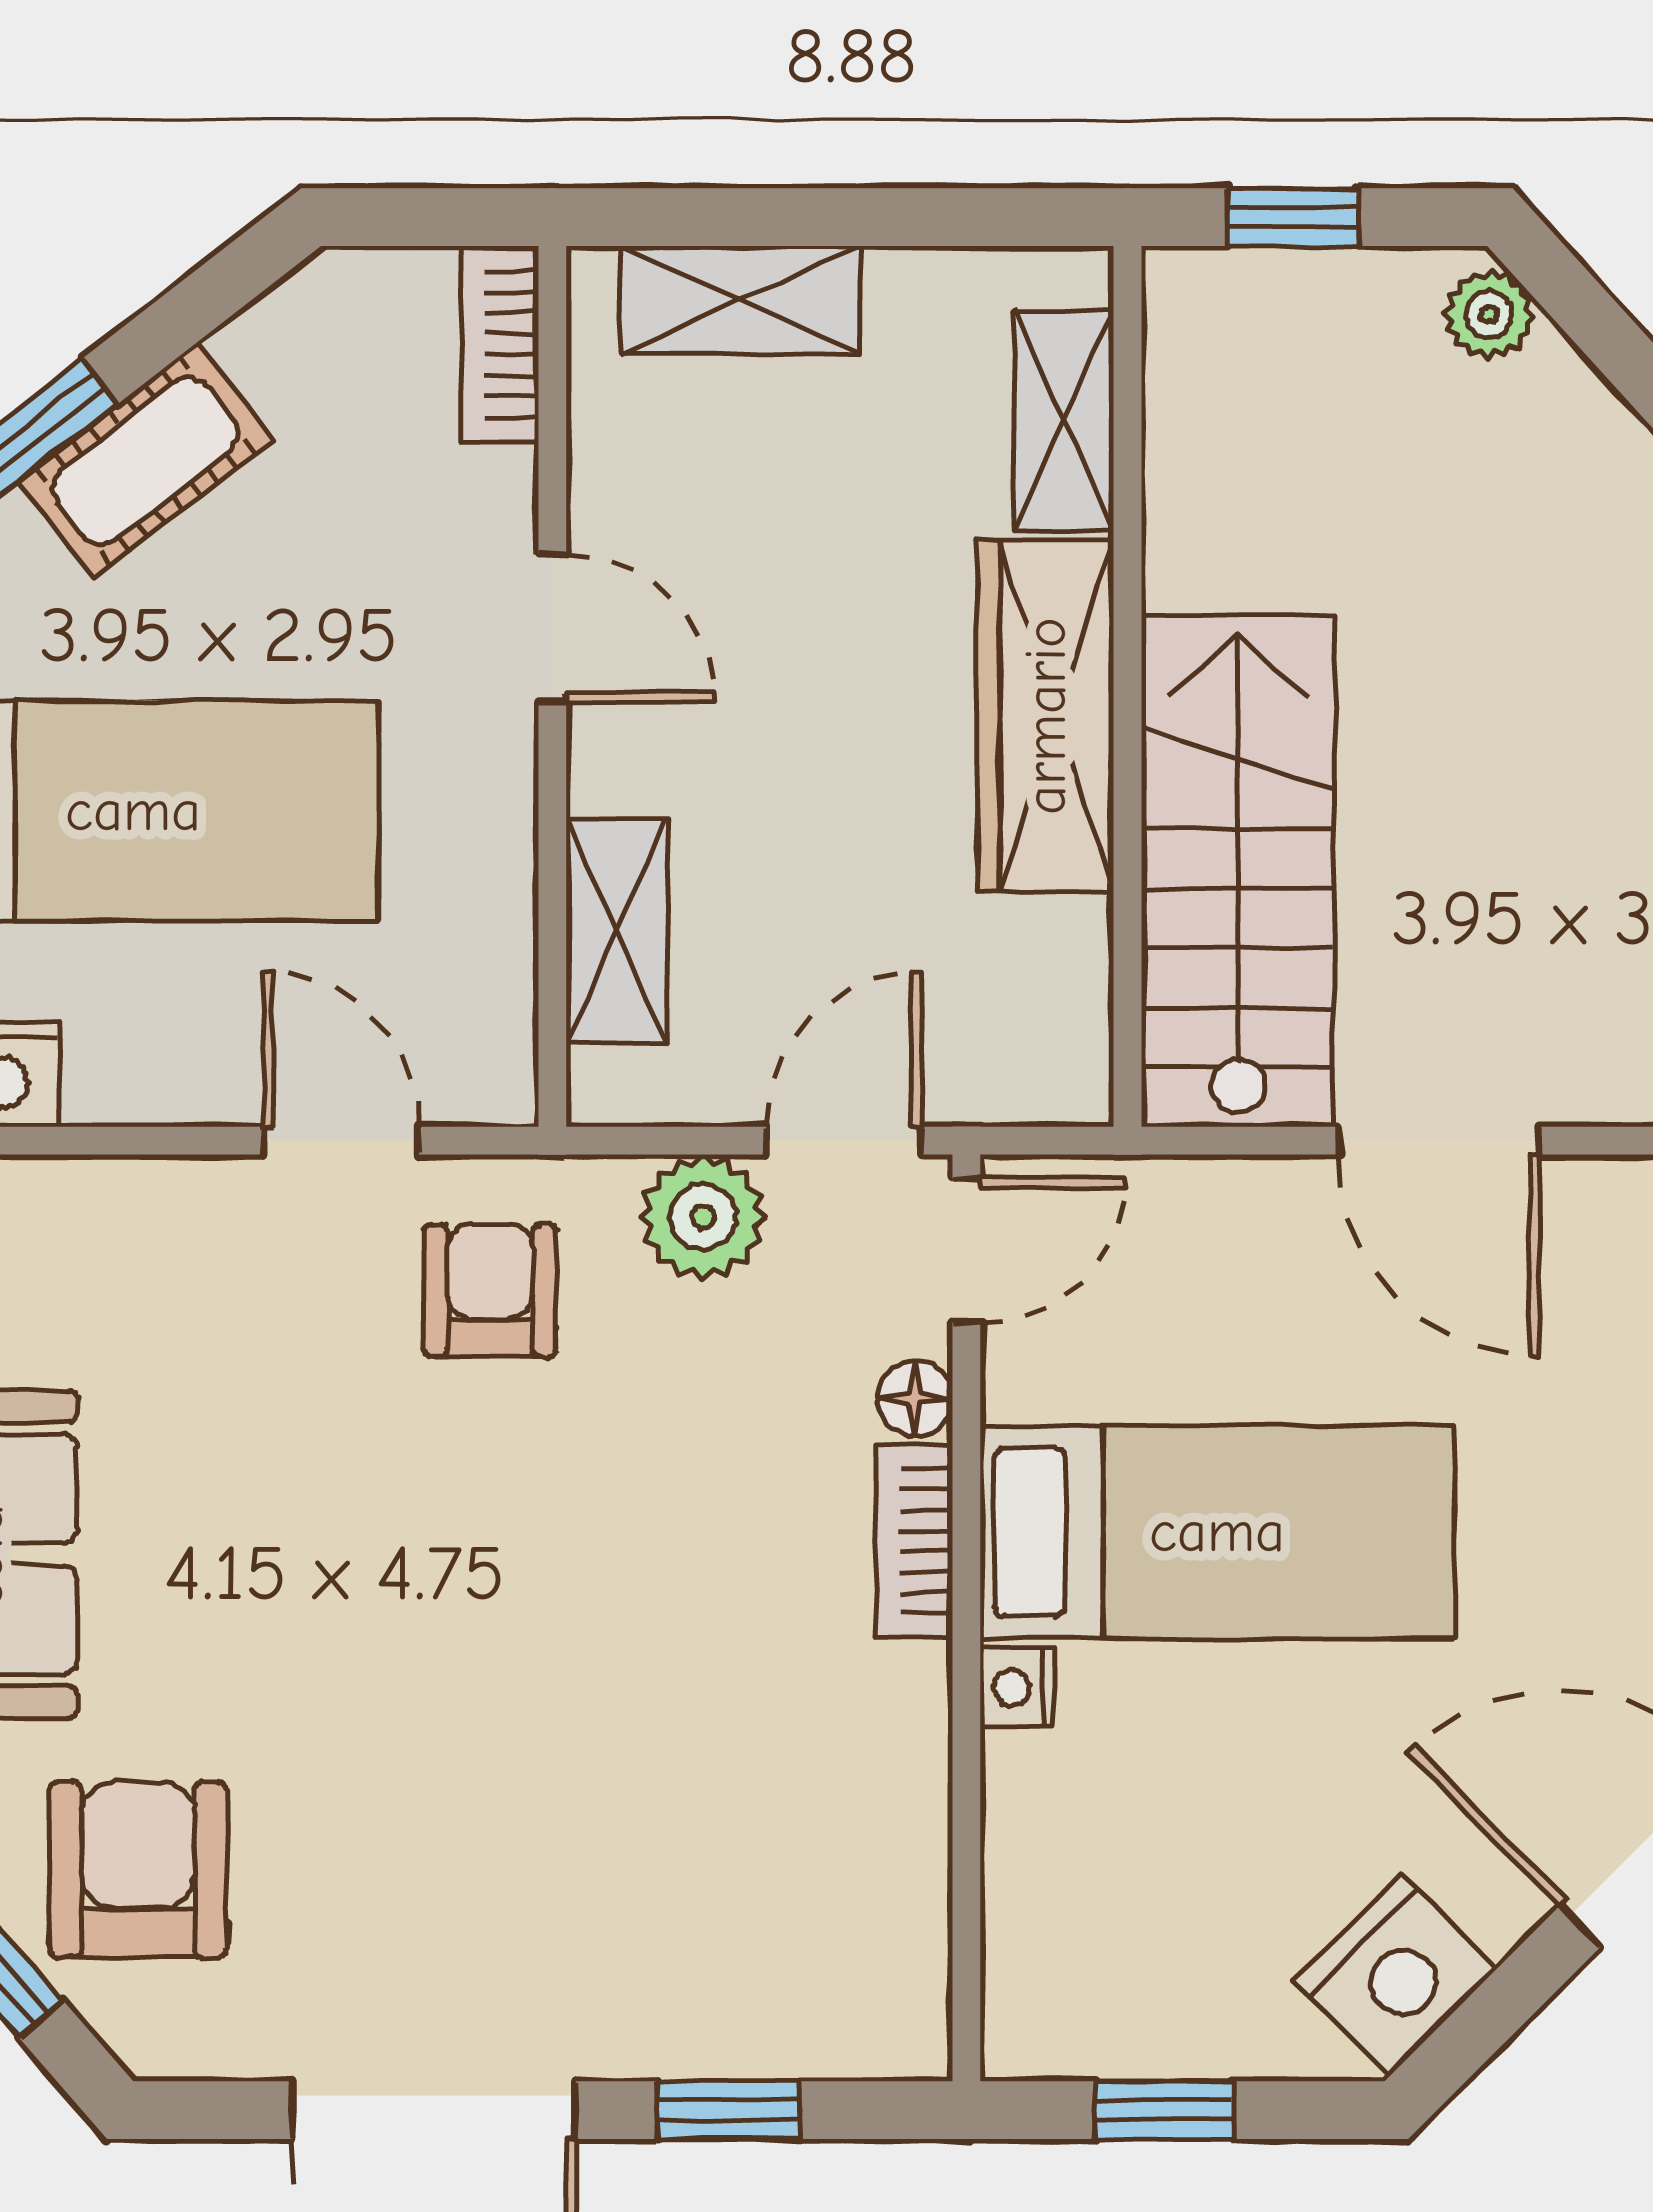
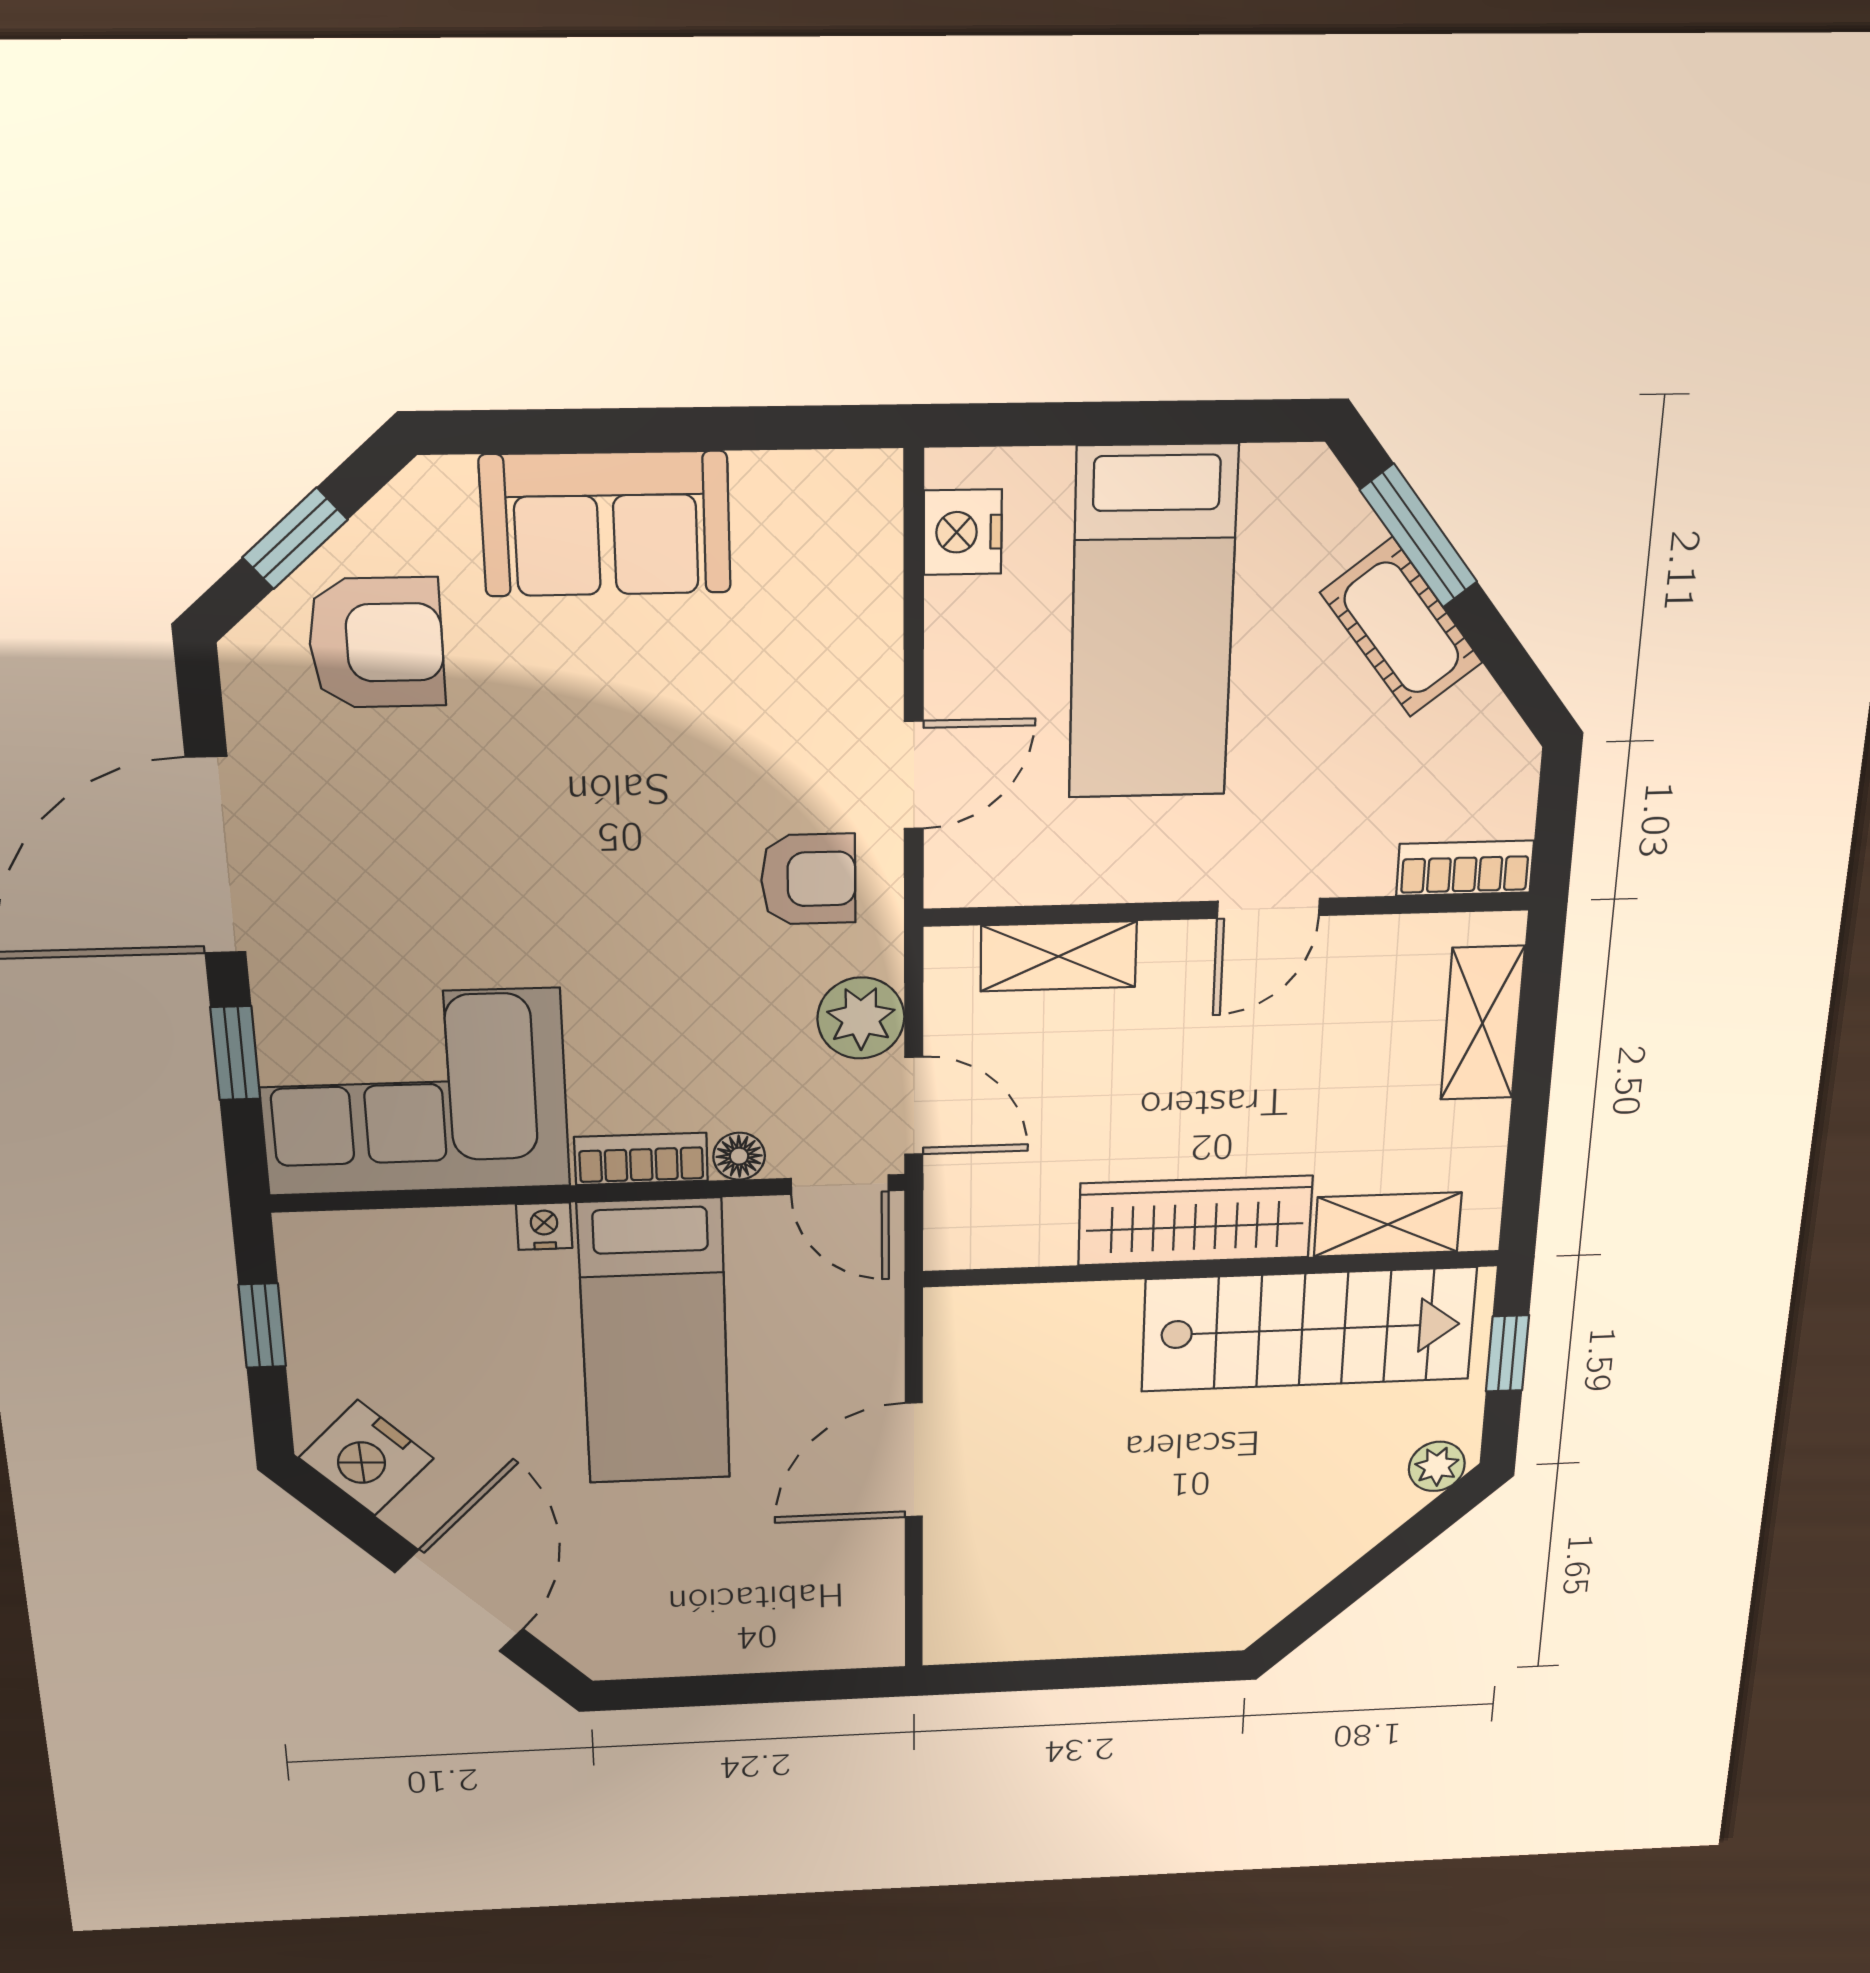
stairs: (1238, 871) -> (1309, 1329), moved
corner sofa: (798, 1864) -> (413, 1093), added

